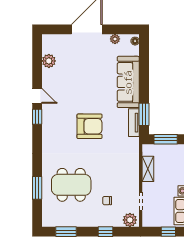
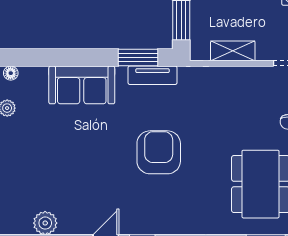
sofa: (128, 82) -> (82, 85), width x0.73

